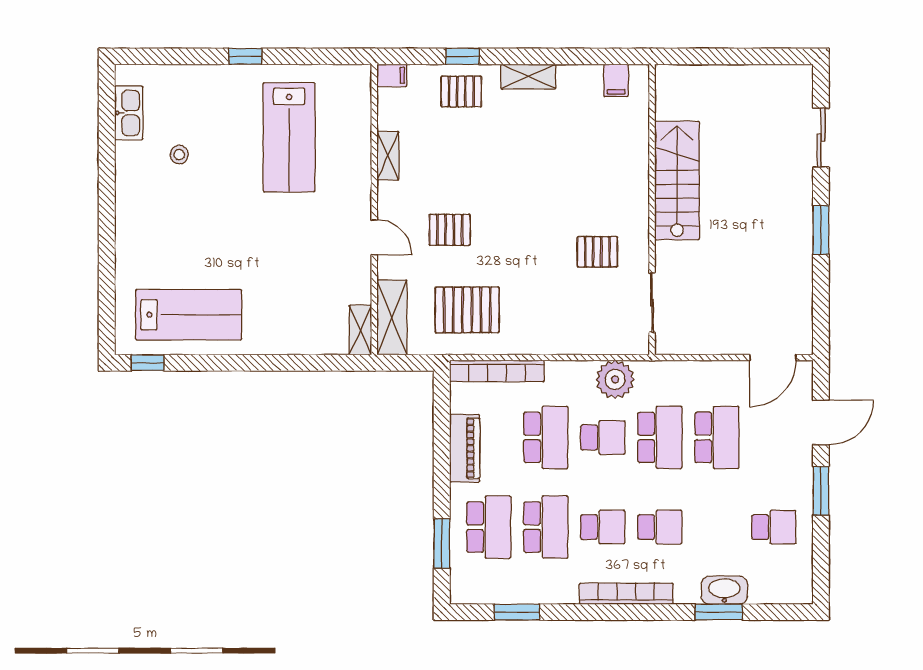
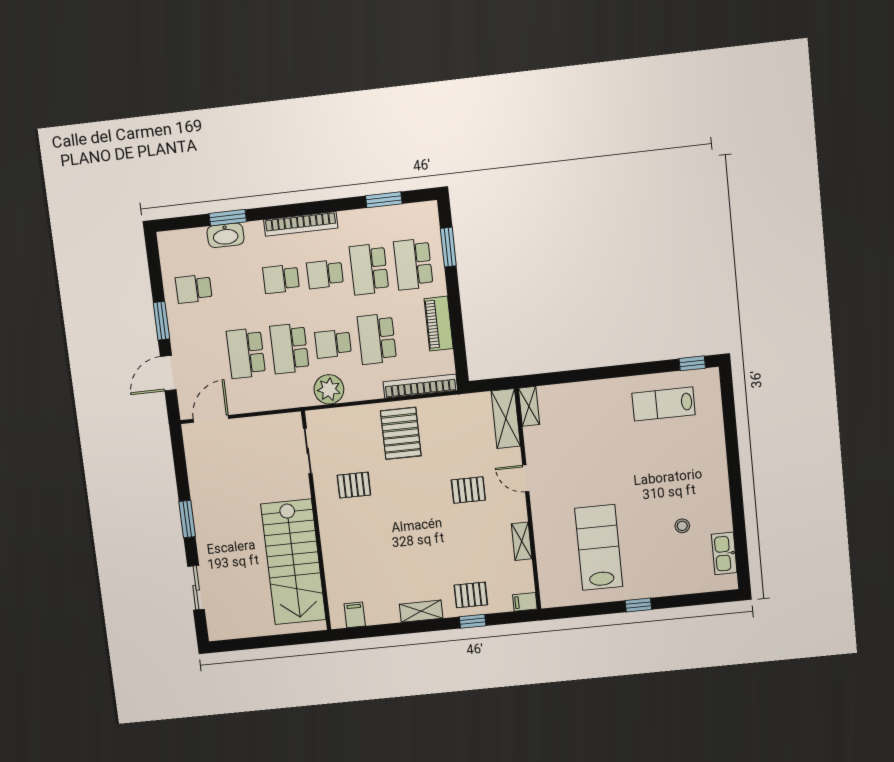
stairs: (677, 180) -> (293, 562), width x1.36, depth x1.51
pallet: (467, 310) -> (401, 433), moved, turned 90
lab bench: (189, 315) -> (663, 404), width x0.73, depth x0.72

